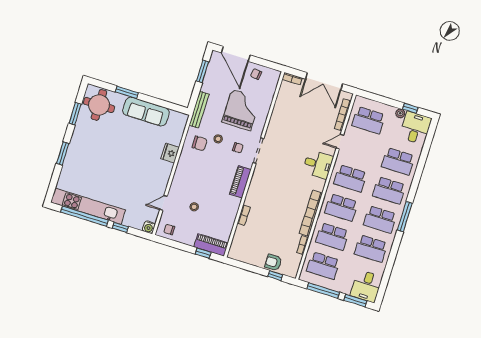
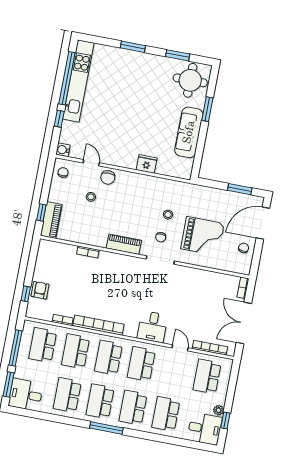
bench: (199, 110) -> (198, 190), removed
chair: (200, 143) -> (108, 177), moved

